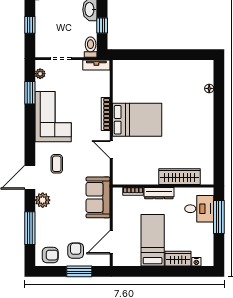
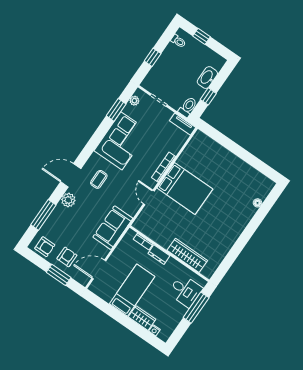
dresser: (159, 193) -> (159, 255), width x0.70

